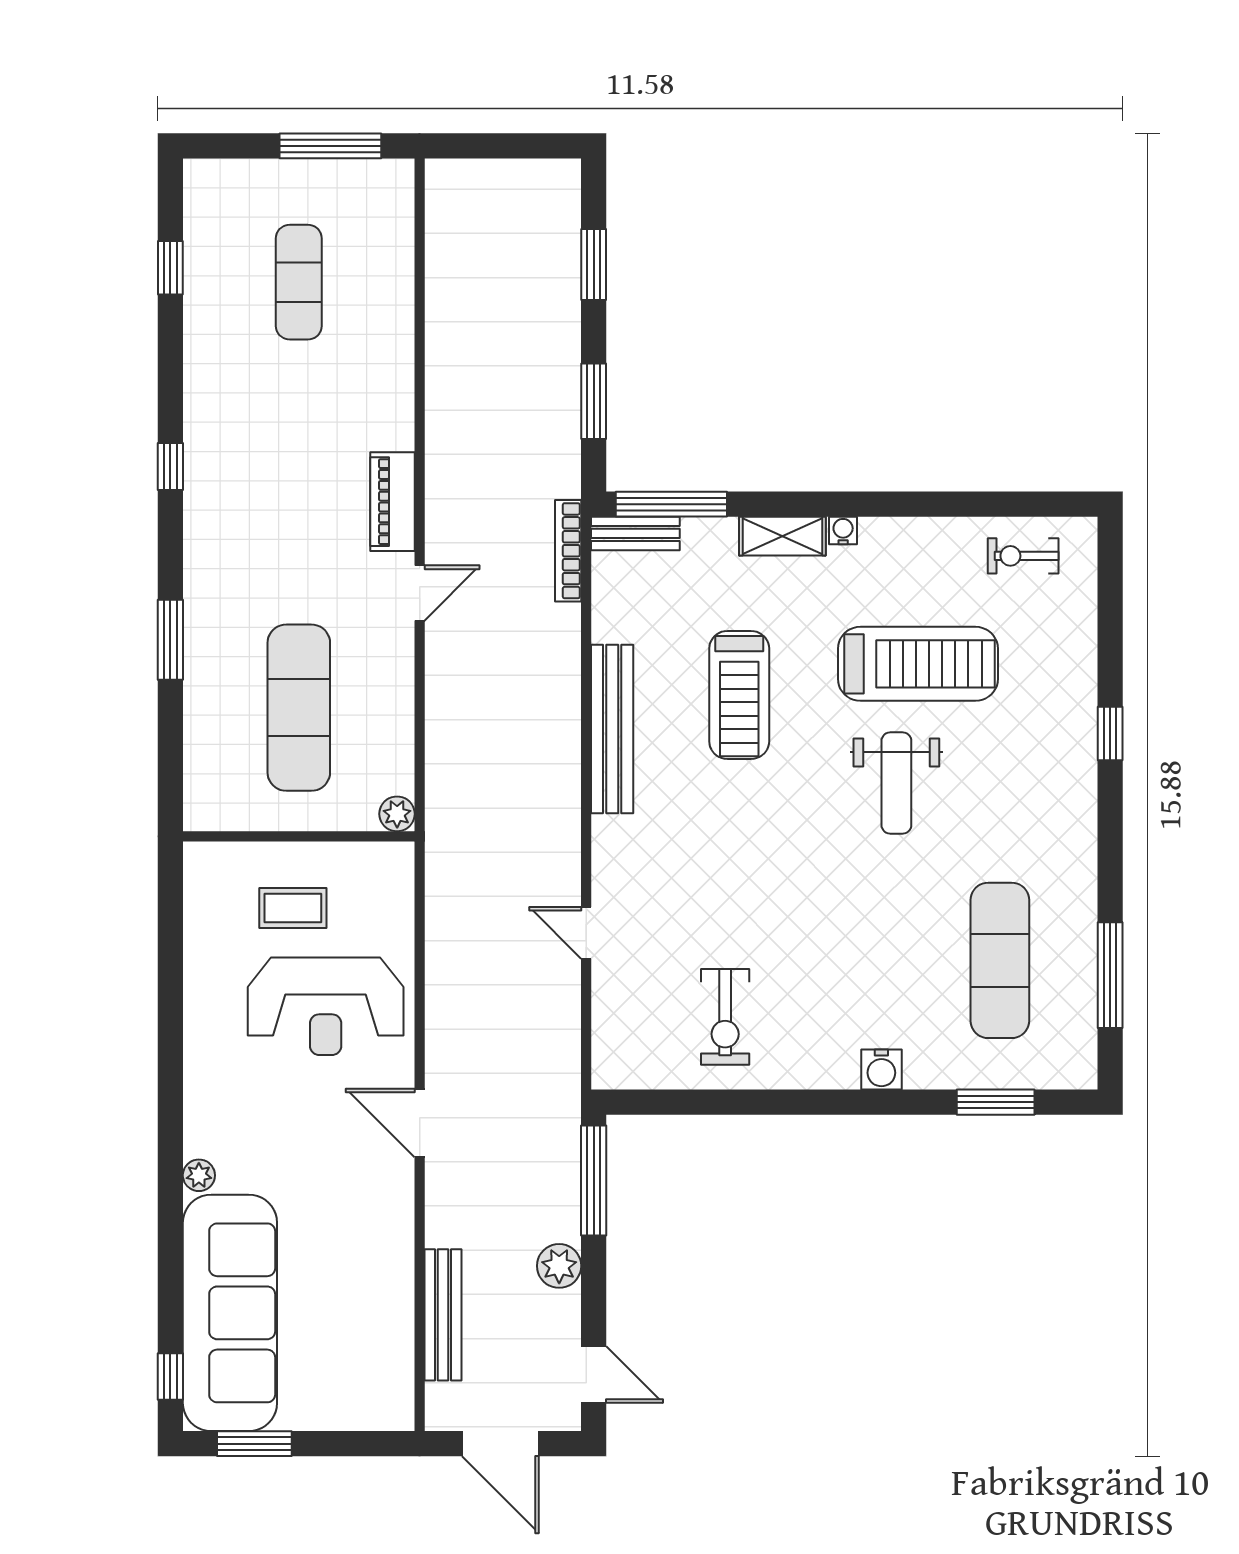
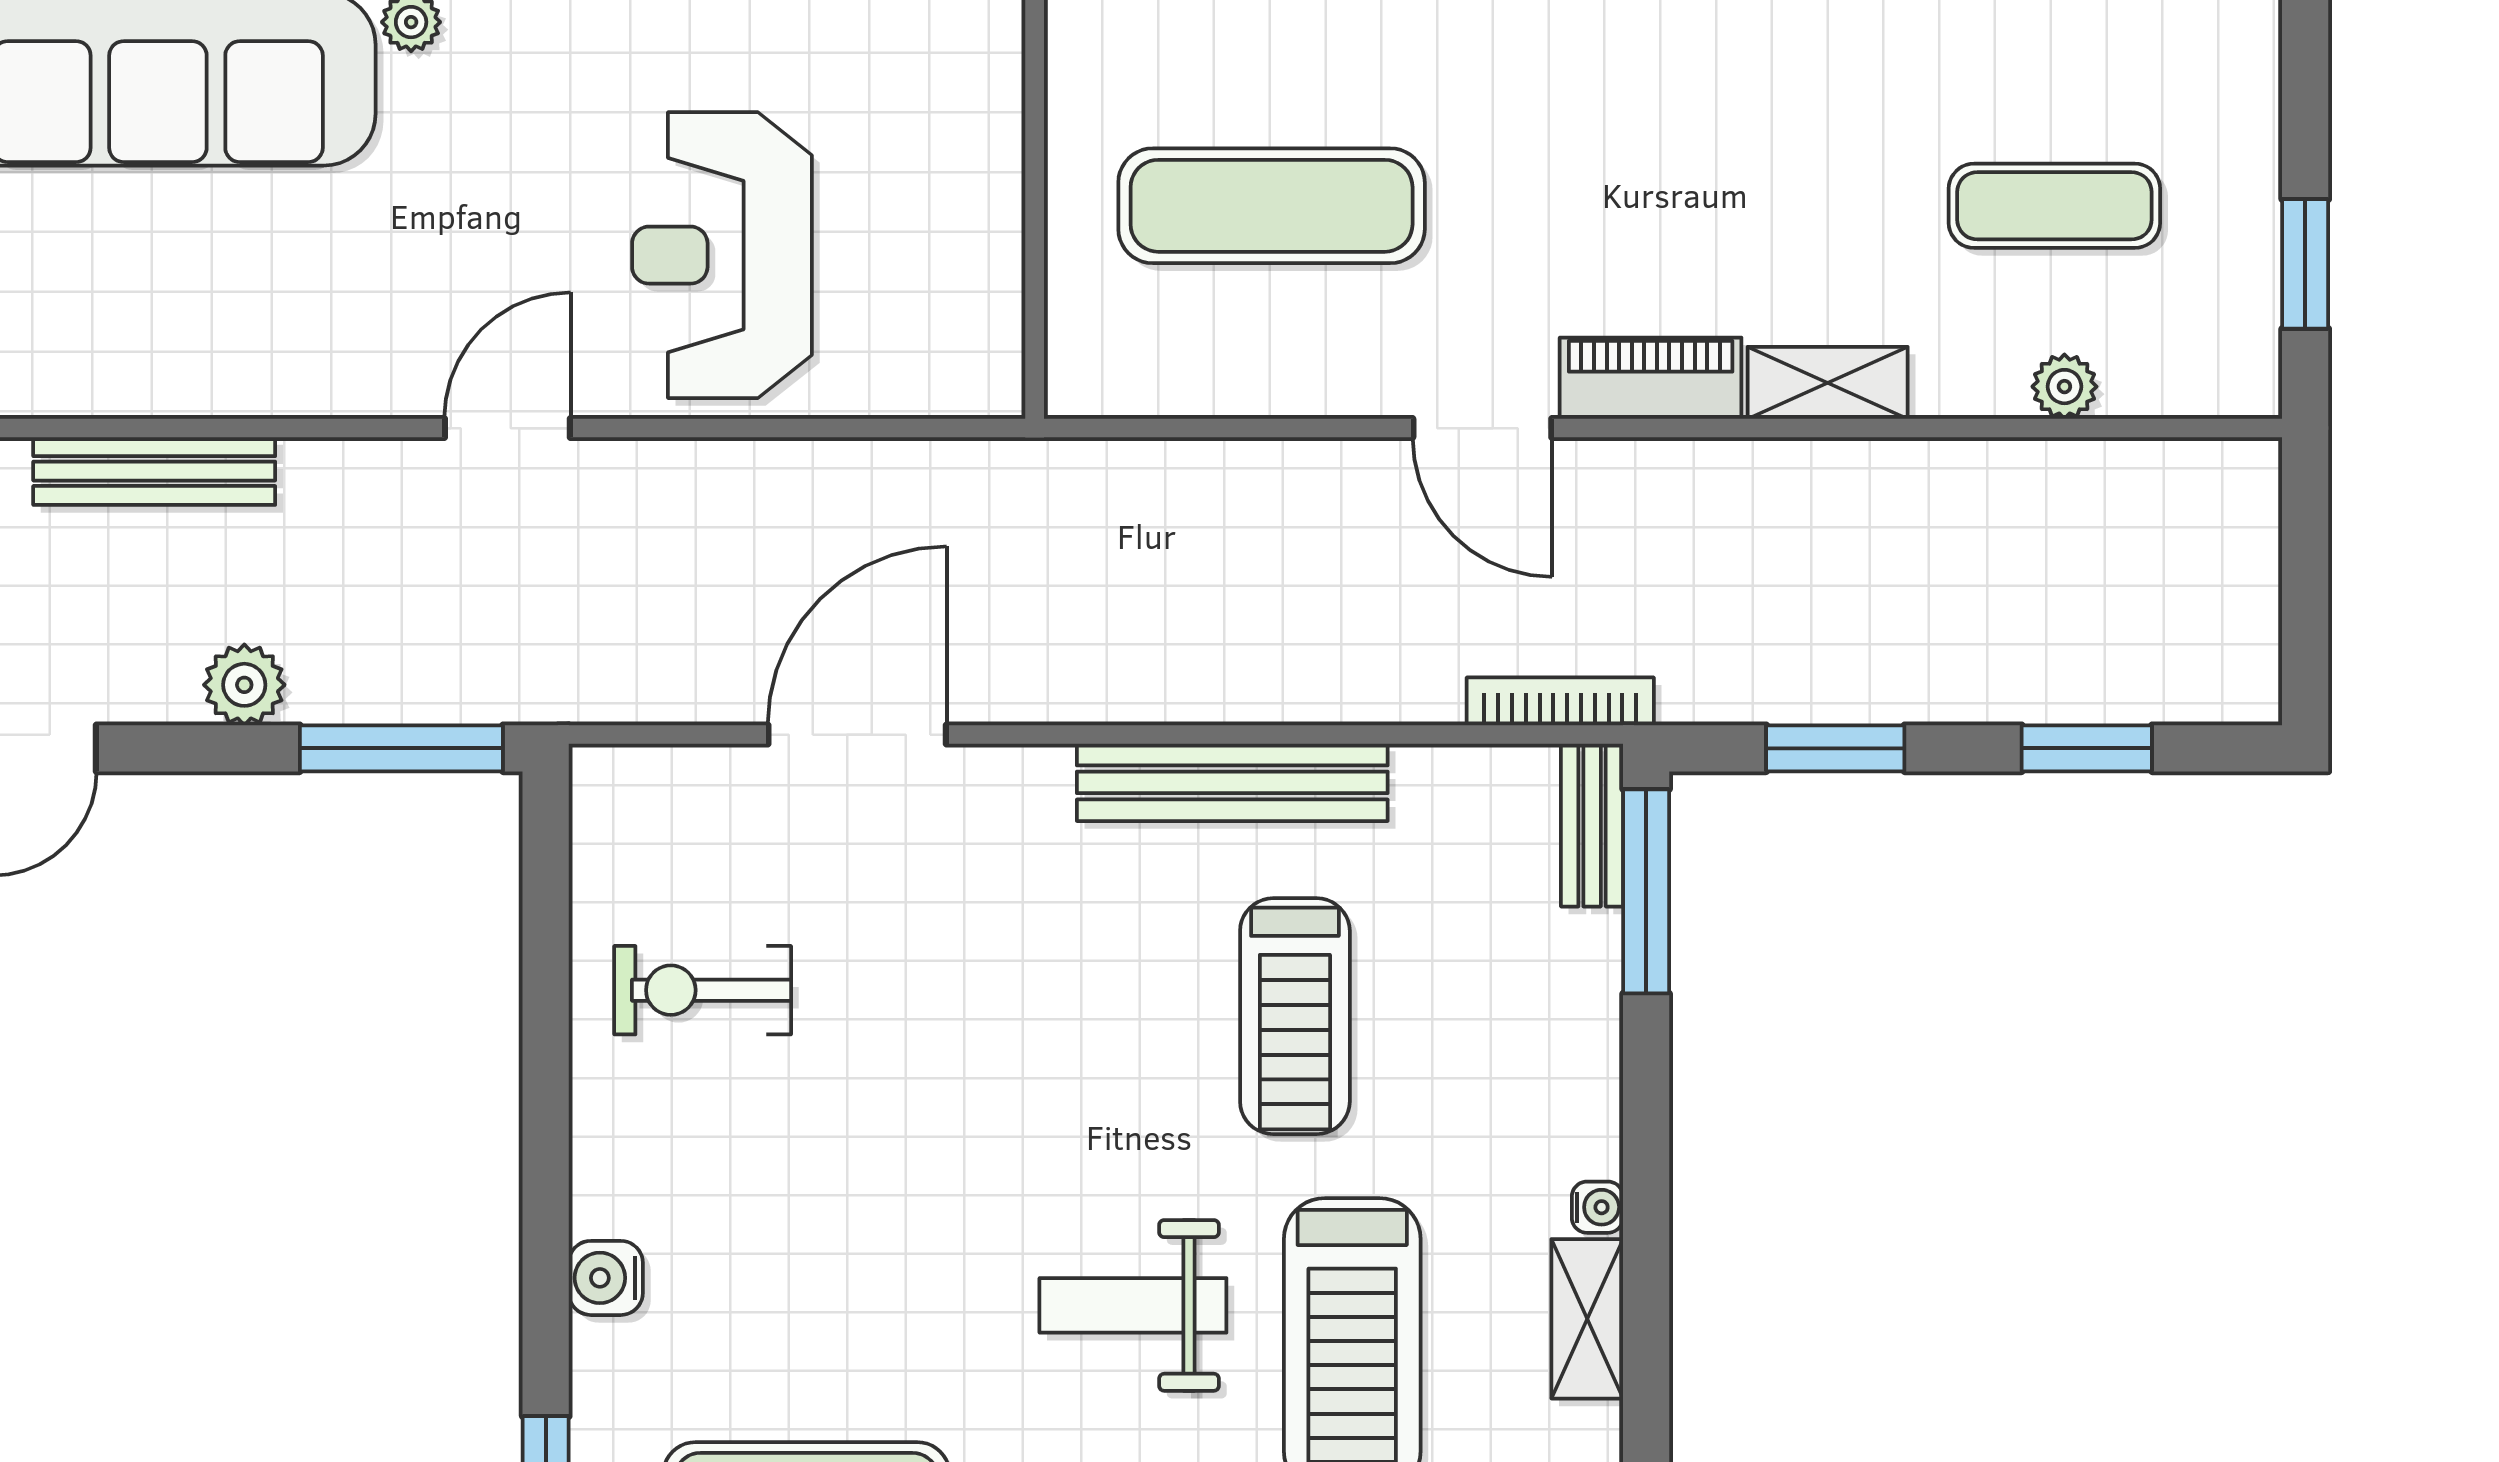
window: (330, 146) -> (2305, 264), width x0.69
shelving: (395, 405) -> (1828, 383), added
shelving: (782, 536) -> (1587, 1319), moved
door: (420, 593) -> (1482, 428), width x1.38
treadmill: (739, 695) -> (1295, 1016), turned -90
plant: (397, 814) -> (2064, 387), moved
coffee table: (293, 908) -> (903, 195), removed
door: (586, 933) -> (857, 735), width x1.88

